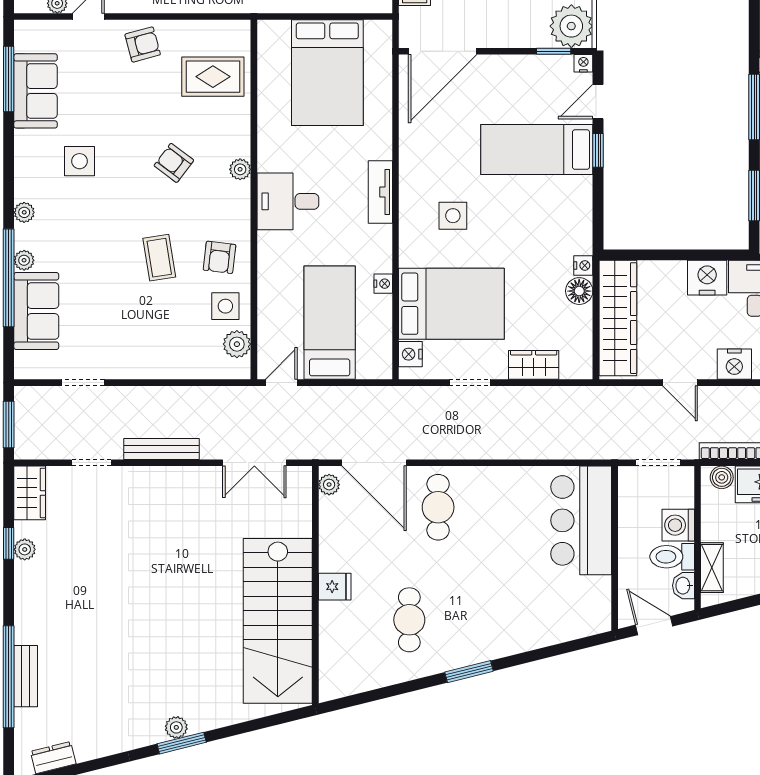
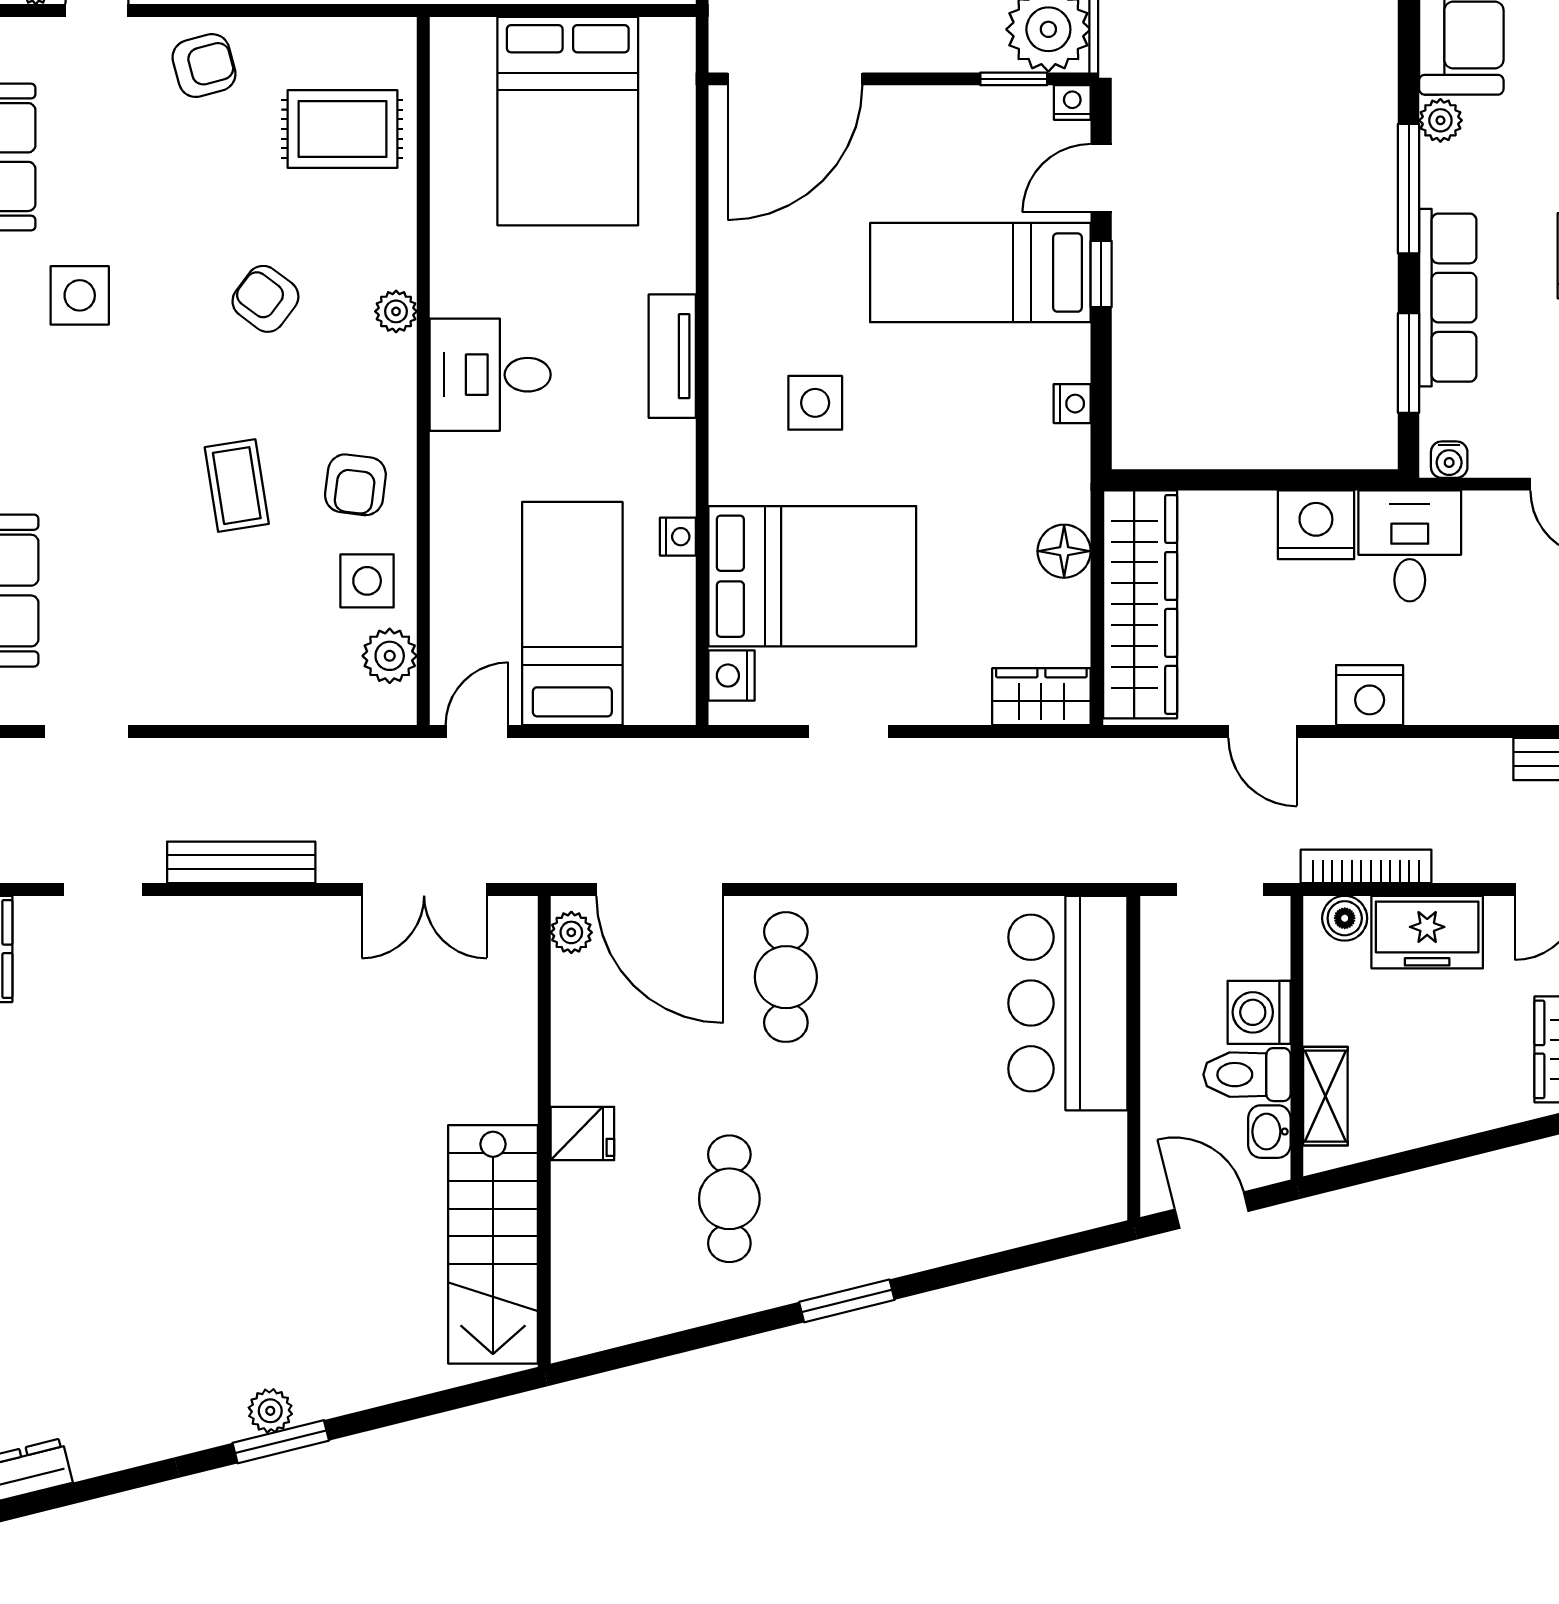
nightstand: (583, 265) -> (1072, 404), moved
wardrobe: (534, 365) -> (1041, 697), moved
stairs: (278, 621) -> (493, 1244), width x0.73, depth x0.66

